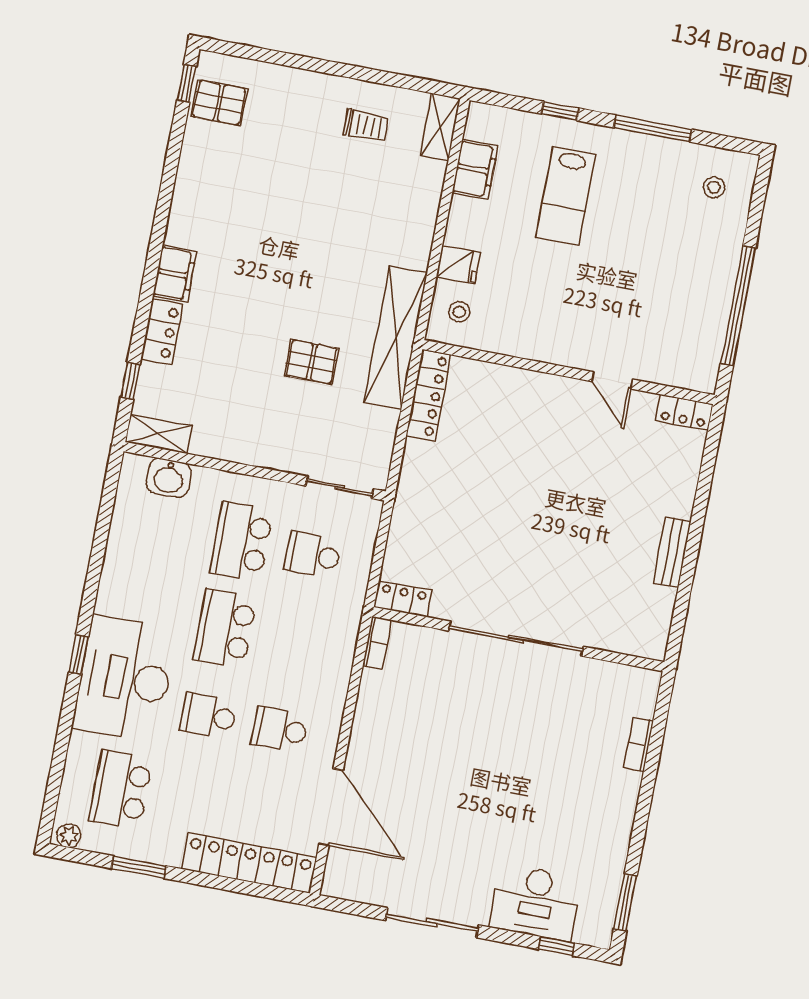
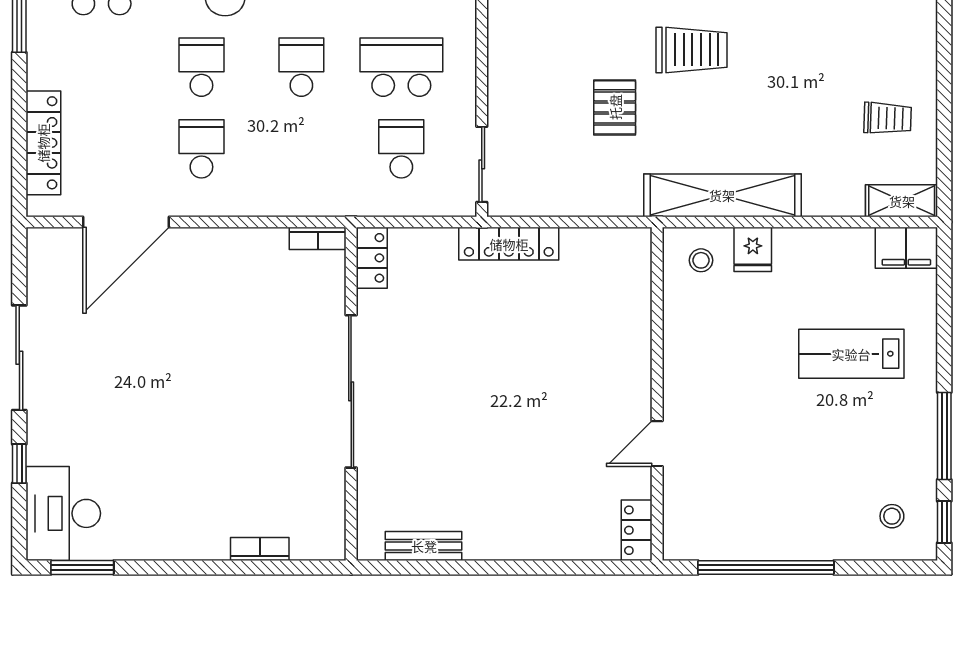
window: (560, 111) -> (944, 522), moved
trolley: (366, 126) -> (888, 118), turned -88
filing cabinet: (475, 169) -> (906, 248), moved
trolley: (274, 285) -> (692, 50), added
shelving: (396, 338) -> (722, 195), moved
locker: (428, 395) -> (509, 244), moved
bench: (672, 552) -> (424, 546), moved
school desk: (225, 629) -> (301, 67), width x0.54
locker: (249, 863) -> (43, 143), width x0.71, depth x0.83
desk: (536, 903) -> (63, 513), moved
window: (556, 946) -> (19, 464), moved

